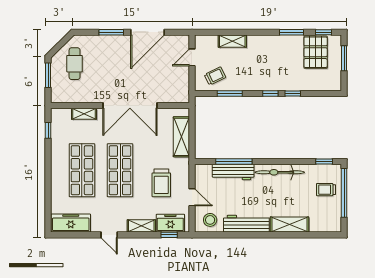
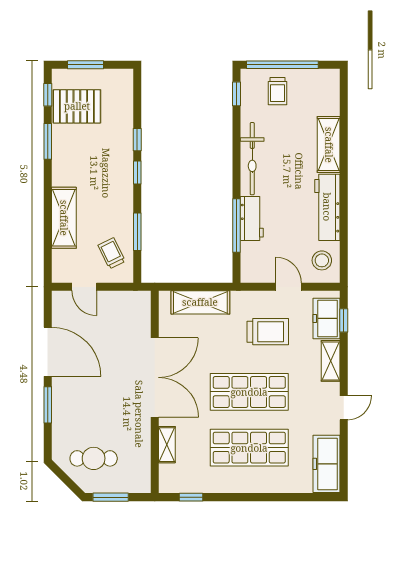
shelving: (232, 41) -> (64, 218), width x1.50, depth x1.33
workbench: (233, 172) -> (252, 219), width x0.73
door: (192, 197) -> (289, 287), hinge flipped

